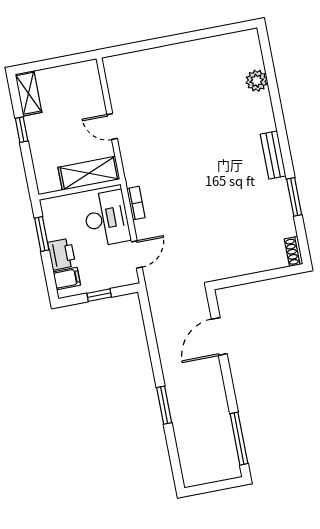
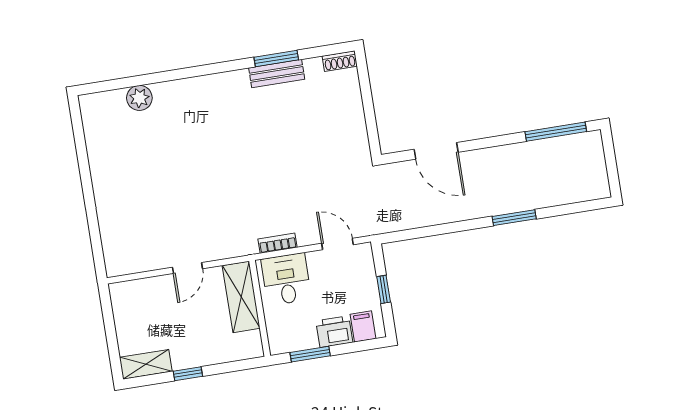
bench: (273, 155) -> (277, 73), moved
desk: (106, 218) -> (286, 279), width x0.73

